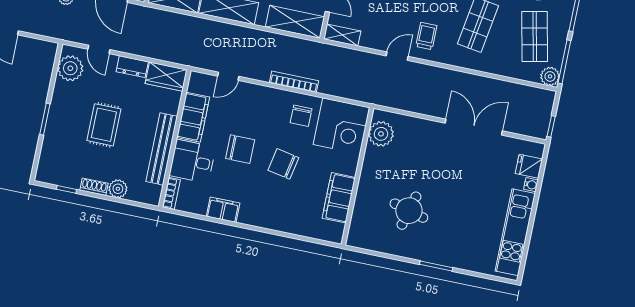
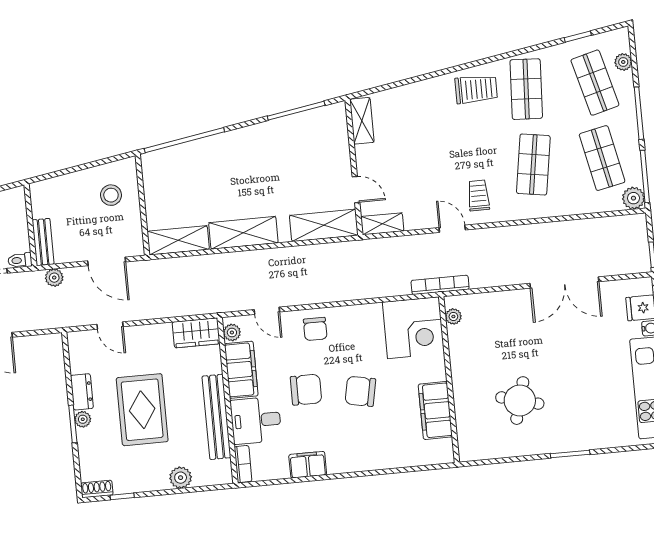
door: (397, 56) -> (452, 229), hinge flipped
dresser: (132, 67) -> (82, 392), moved, turned -90
plant: (70, 68) -> (83, 419), moved, width x0.53, depth x0.53
door: (228, 76) -> (267, 311), hinge flipped
bookcase: (294, 82) -> (440, 285), moved
plant: (195, 85) -> (232, 332), added
chair: (301, 116) -> (315, 329), moved
rug: (104, 125) -> (142, 410), width x1.36, depth x1.43
double door: (474, 127) -> (564, 283), swing flipped
plant: (381, 134) -> (453, 316), width x0.53, depth x0.53
shoe rack: (94, 187) -> (97, 489), moved

